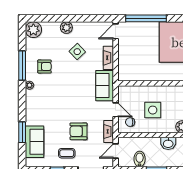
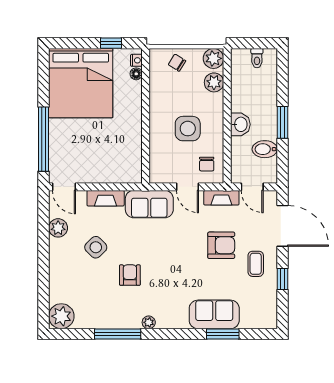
plant: (66, 28) -> (58, 228), moved
armchair: (44, 66) -> (130, 275), moved
door: (116, 110) -> (187, 187), swing flipped
armchair: (78, 131) -> (221, 245), turned -90
sofa: (35, 142) -> (214, 314), moved
washbasin: (168, 143) -> (240, 124), moved

